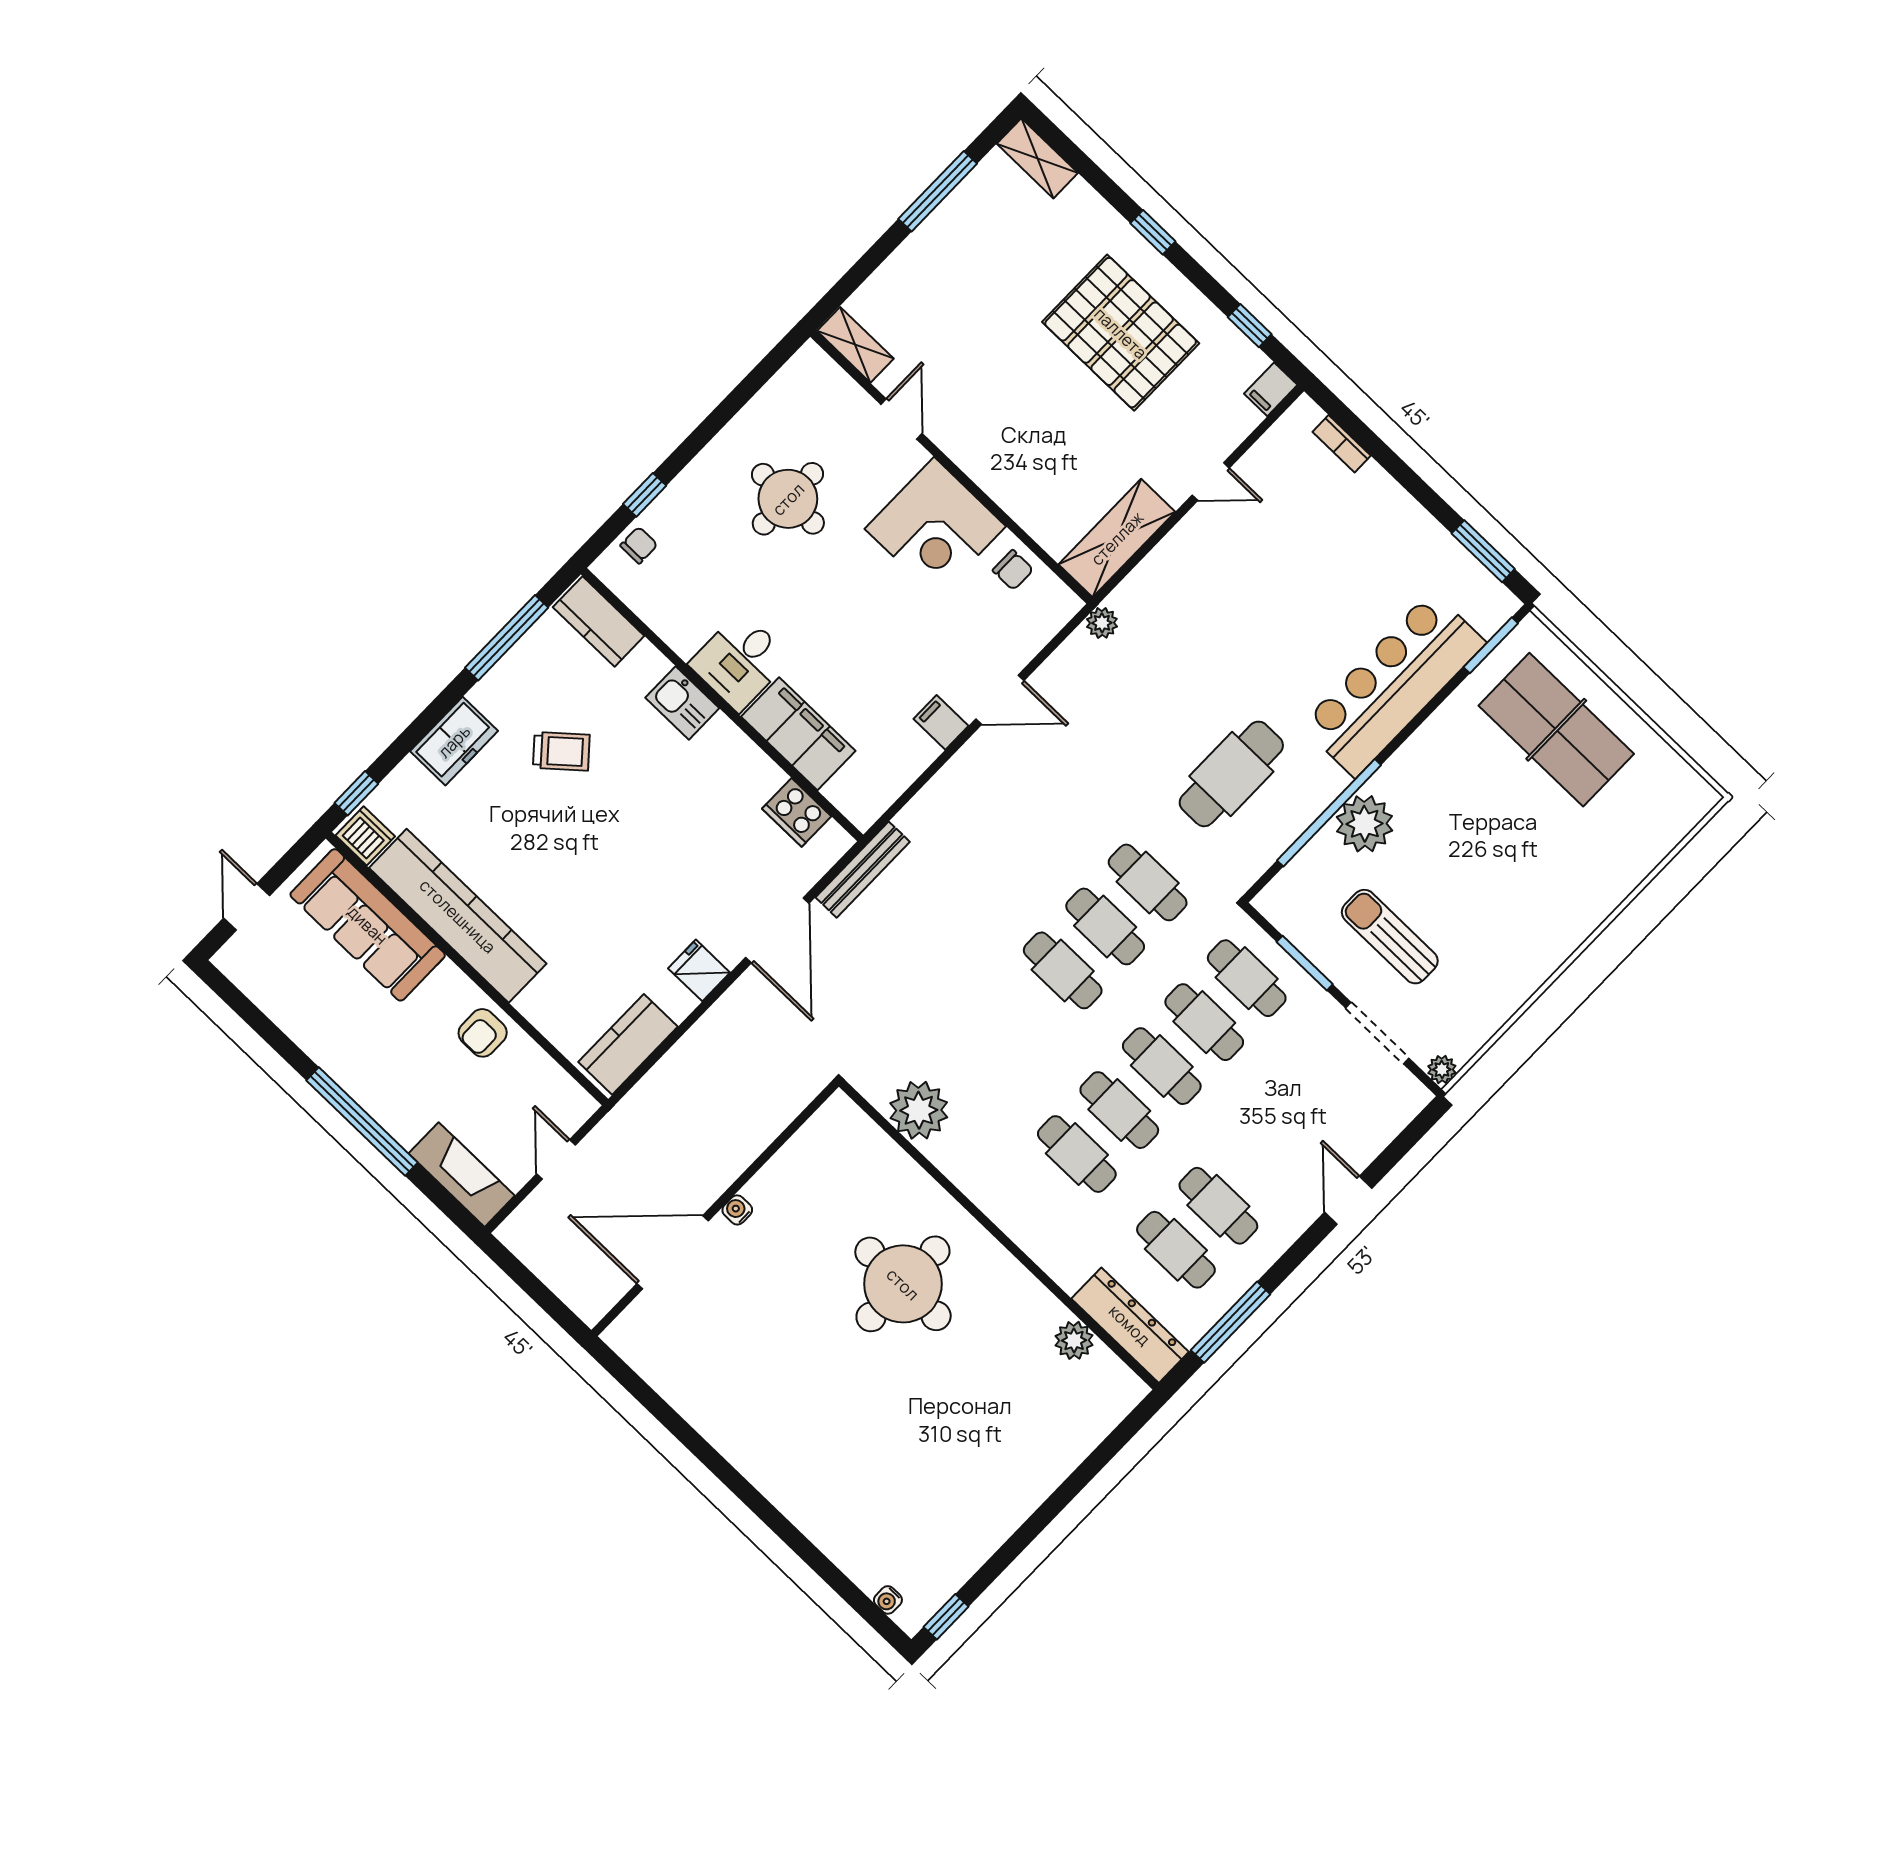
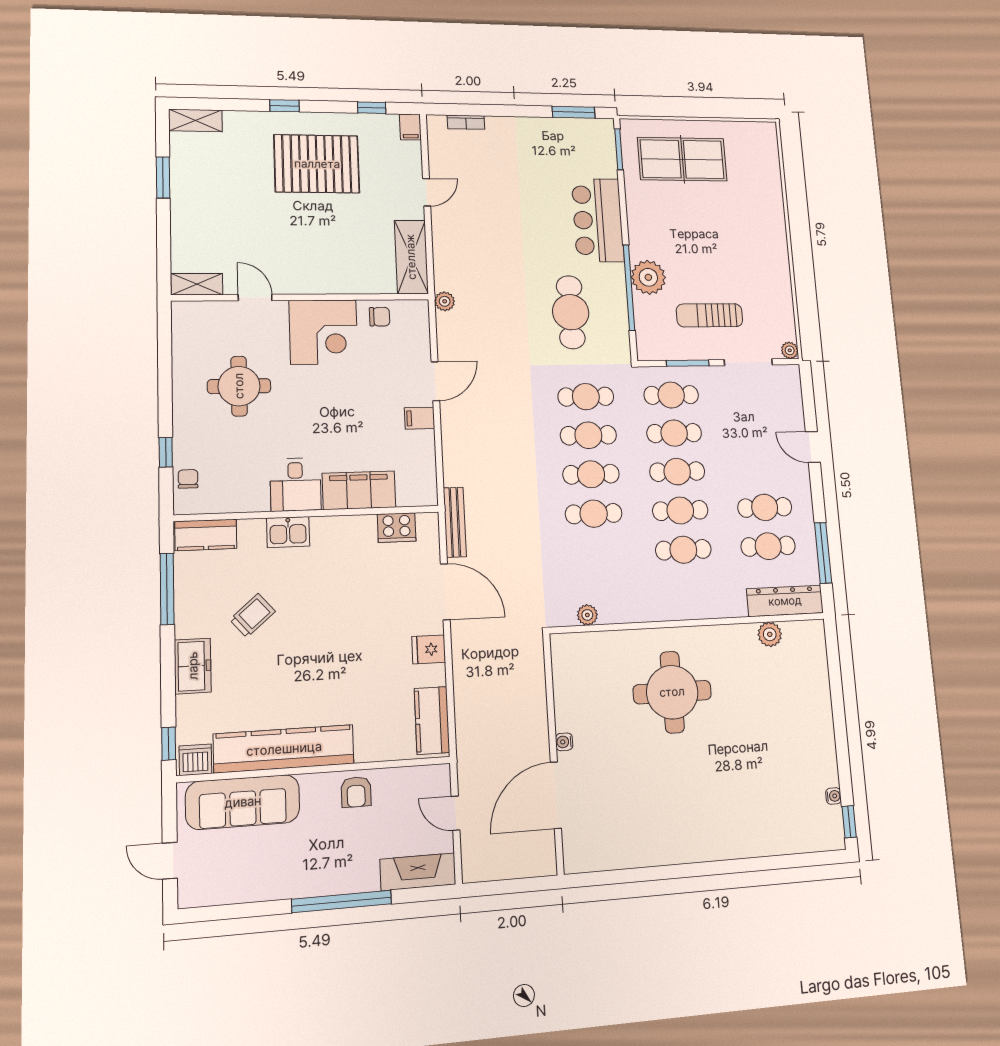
window: (938, 191) -> (163, 177), width x0.69
bar counter: (1393, 684) -> (598, 220), width x0.73
cafe table: (1020, 1014) -> (594, 514), added
plant: (919, 1110) -> (587, 615), width x0.53, depth x0.53
water cooler: (888, 1600) -> (833, 796), moved, turned -90

